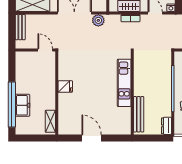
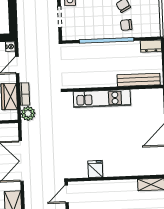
plant: (98, 20) -> (28, 113), moved
fridge: (65, 86) -> (95, 169), moved

